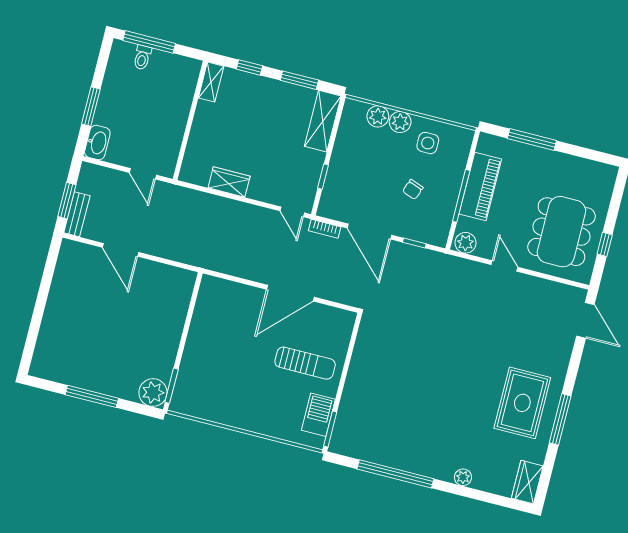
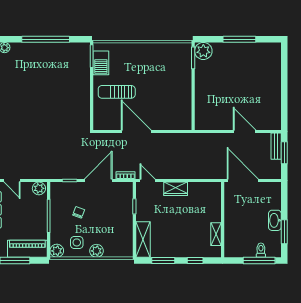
shelving: (211, 82) -> (216, 234), moved
window: (91, 107) -> (284, 232), moved
plant: (378, 116) -> (57, 251), moved
washbasin: (97, 143) -> (275, 220), moved
door: (143, 174) -> (243, 181), width x1.87
wardrobe: (229, 182) -> (176, 189), moved
piano: (480, 186) -> (27, 249), moved, turned 90
door: (369, 232) -> (98, 181), hinge flipped
door: (290, 293) -> (136, 132), hinge flipped

